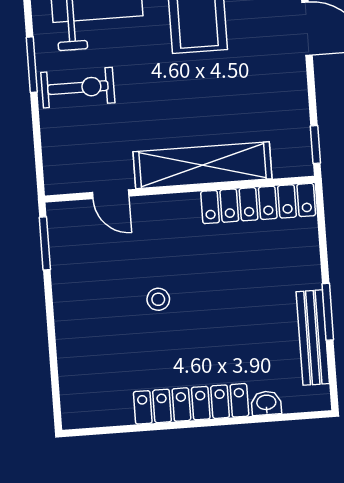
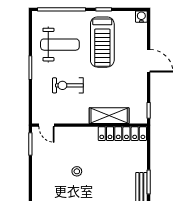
exercise bike: (78, 88) -> (68, 85), moved, turned 180
shelving: (202, 165) -> (109, 116), width x0.68
door: (111, 194) -> (47, 125), moved

